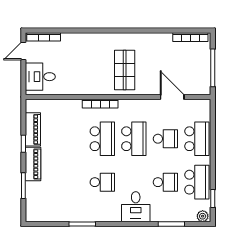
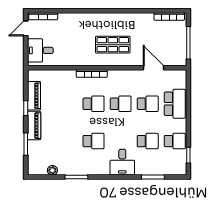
shop shelf: (125, 70) -> (113, 45), turned 90
school desk: (102, 139) -> (94, 104), width x0.54
school desk: (134, 139) -> (121, 104), width x0.54
school desk: (197, 182) -> (175, 141), width x0.54
plant: (203, 216) -> (52, 170), moved

